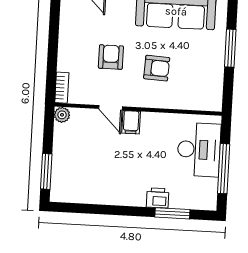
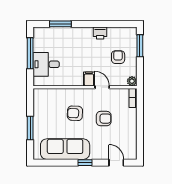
armchair: (111, 57) -> (104, 119), turned -90
desk: (199, 150) -> (46, 64), width x0.73
armchair: (82, 155) -> (118, 57), added
printer: (158, 198) -> (100, 33), moved

